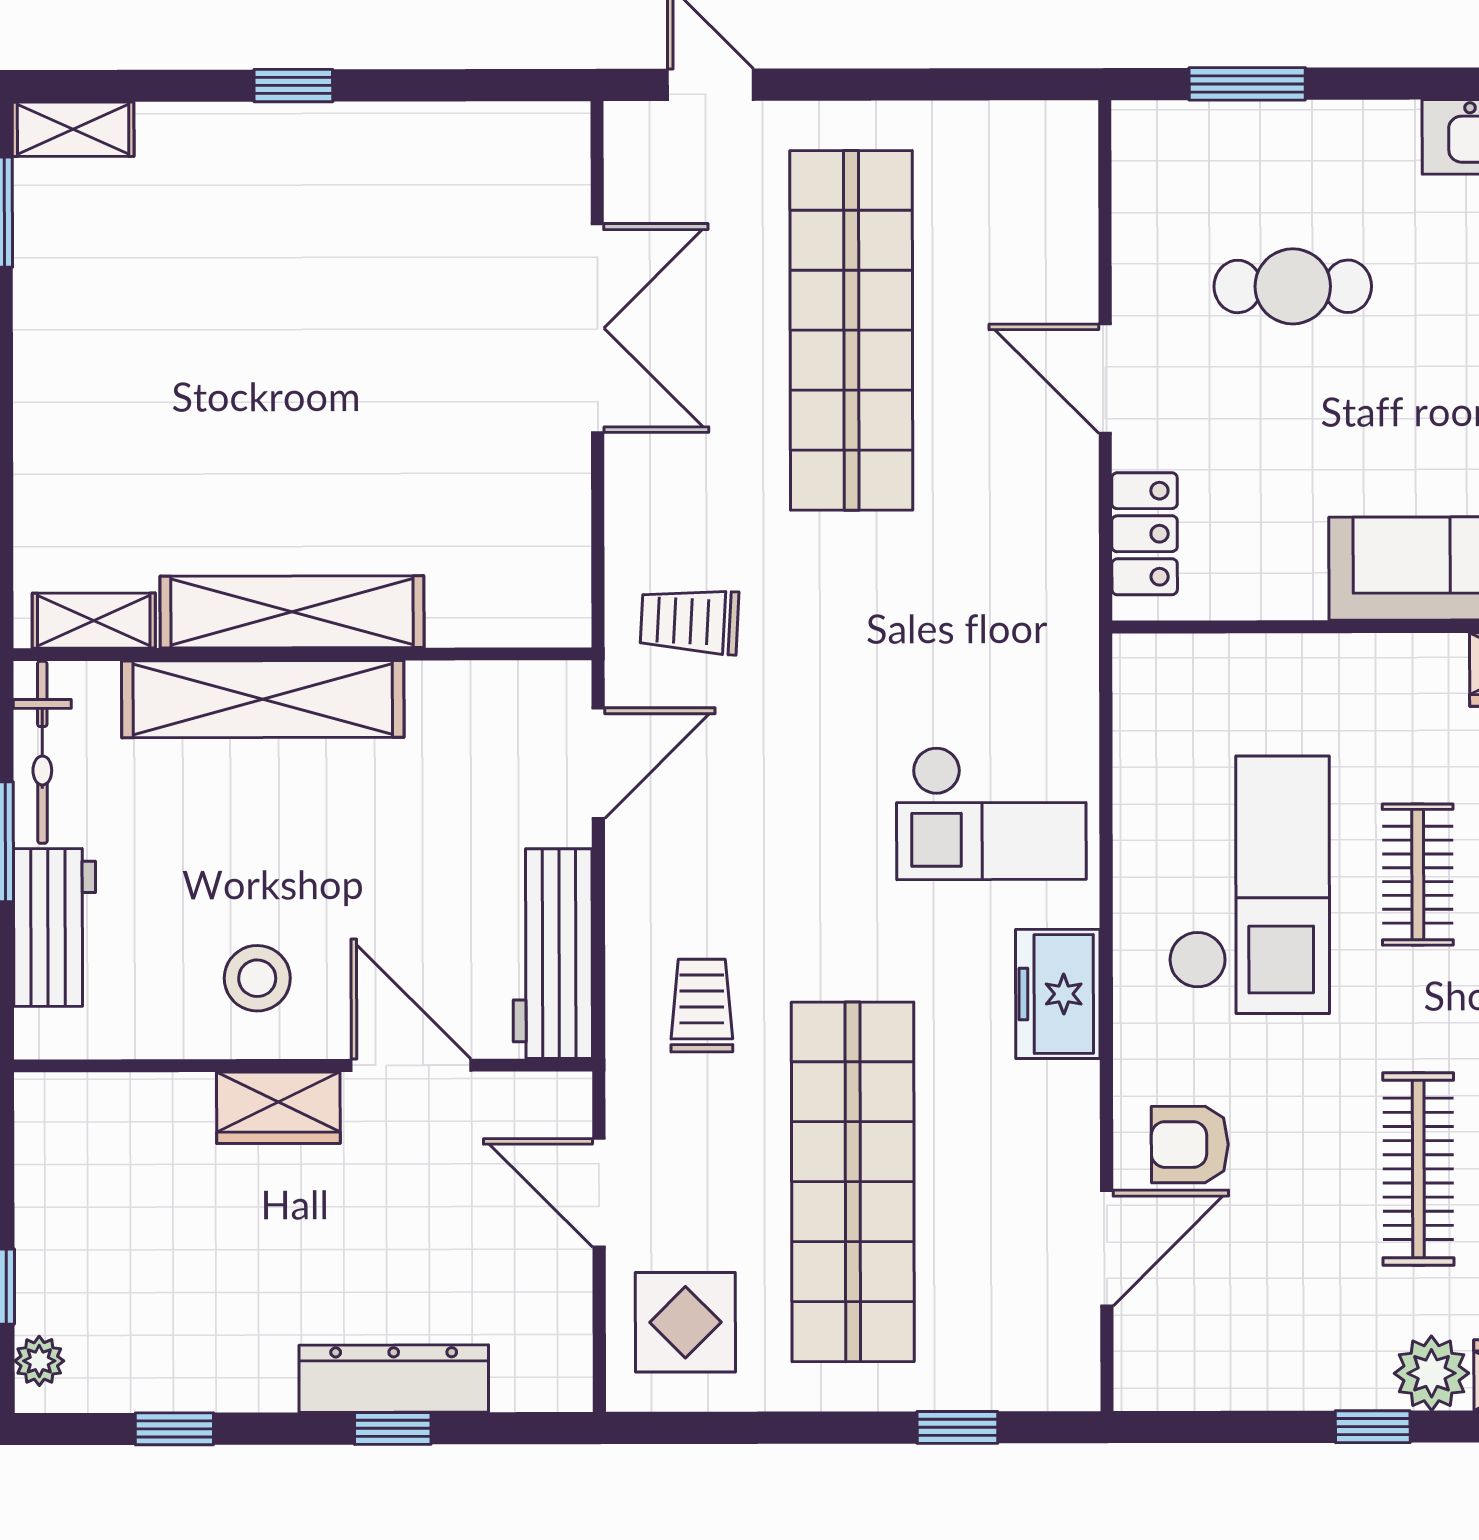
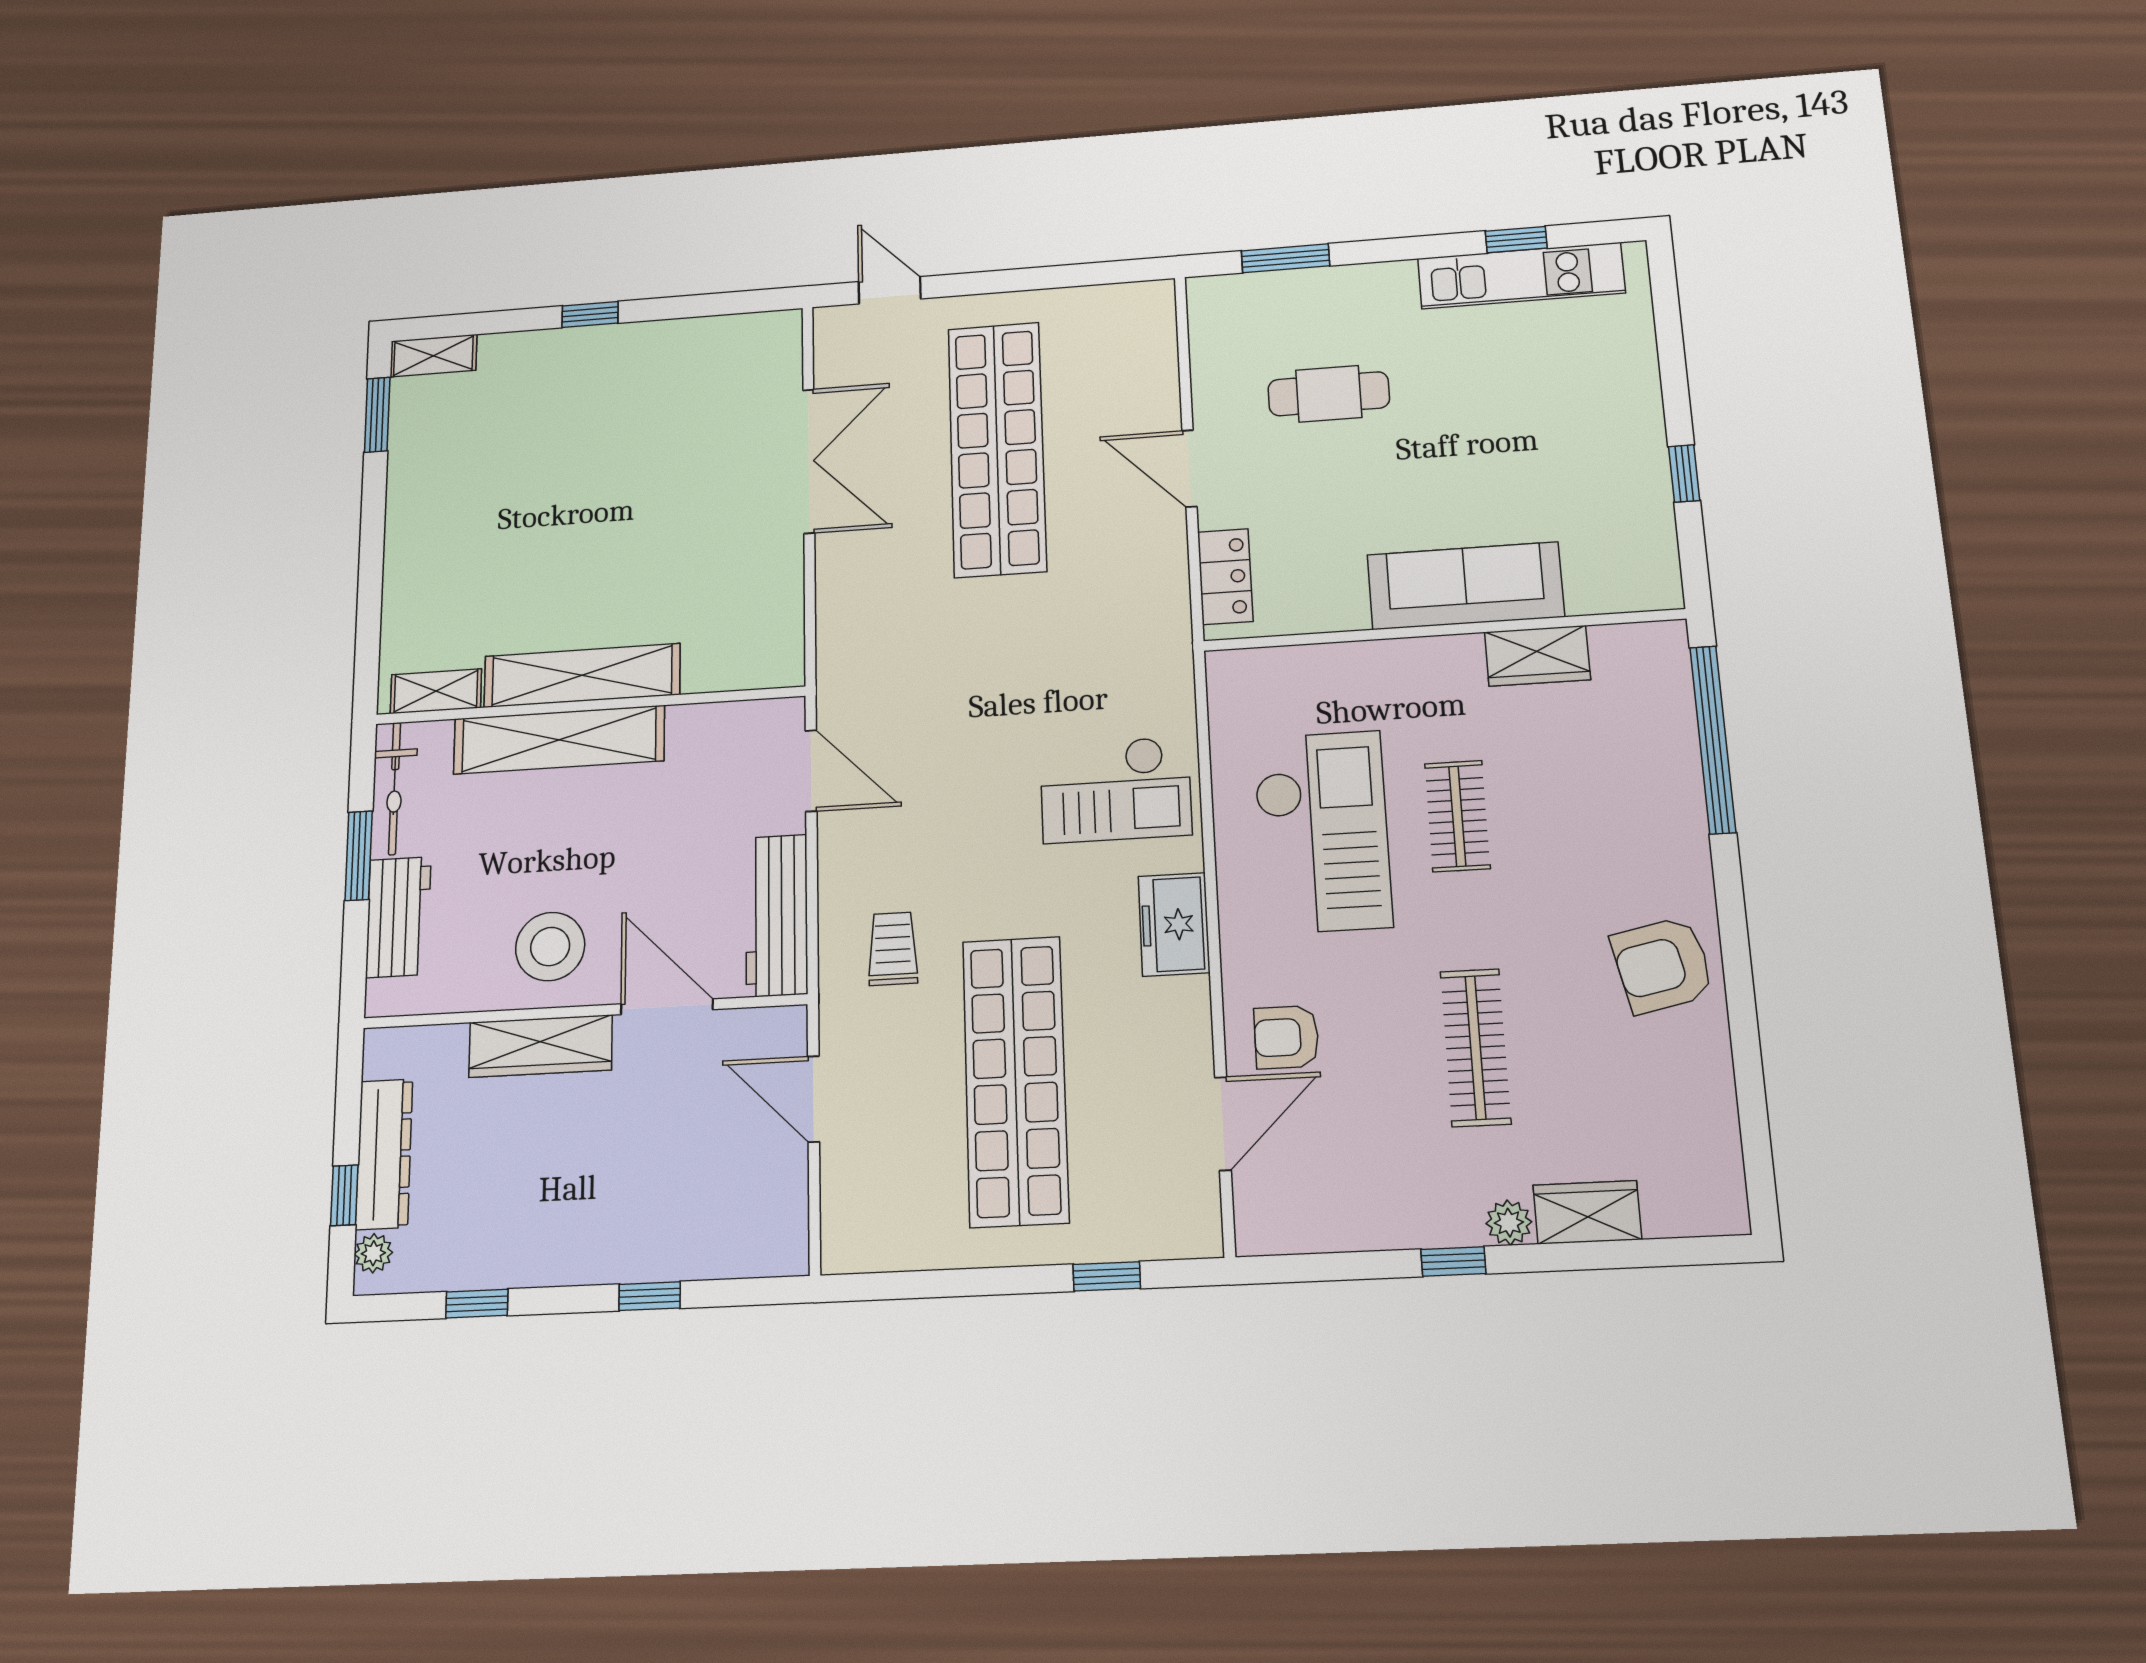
trolley: (689, 621) -> (879, 663), removed
door: (598, 763) -> (811, 771), hinge flipped
stool: (257, 978) -> (550, 947), width x1.38, depth x1.38
wardrobe: (278, 1108) -> (540, 1046), width x1.50
display table: (685, 1322) -> (883, 1200), removed
plant: (1432, 1373) -> (1509, 1223), width x0.73, depth x0.73
dresser: (394, 1379) -> (384, 1154), moved, turned 90

